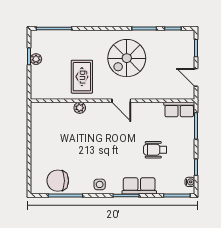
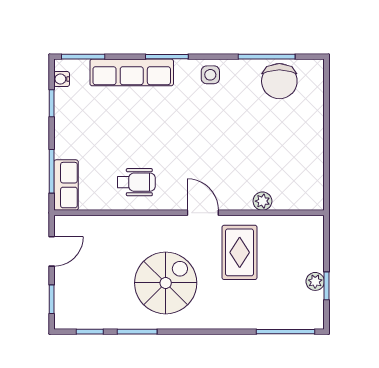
door: (196, 77) -> (52, 251), hinge flipped
door: (121, 101) -> (203, 213), moved
plant: (80, 108) -> (262, 201), moved
row of seats: (179, 109) -> (66, 185), moved, turned 90
wheelchair: (155, 150) -> (136, 182), moved
chair: (58, 181) -> (279, 81), turned 90
row of seats: (139, 186) -> (132, 72), width x1.48

